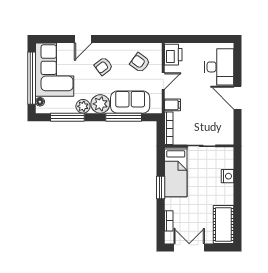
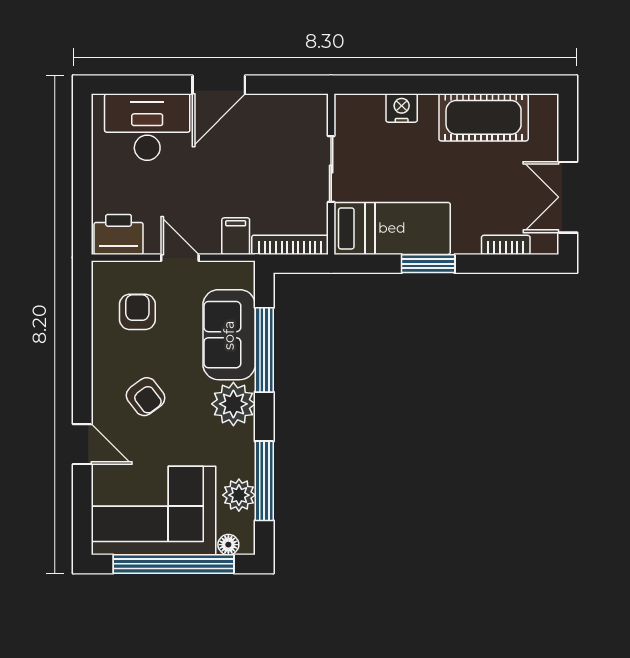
armchair: (140, 63) -> (137, 312), turned 144
plant: (83, 106) -> (239, 495), moved
cot: (223, 224) -> (484, 117), moved

